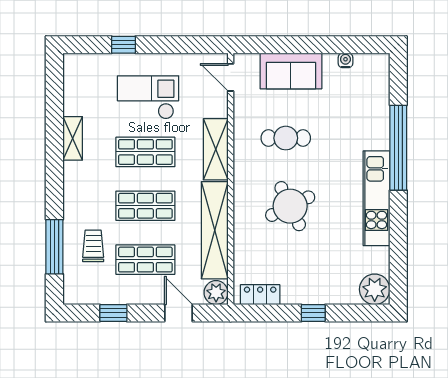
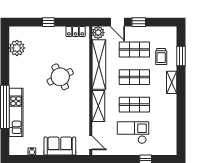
checkout: (148, 97) -> (133, 133), turned 180
shelving: (73, 138) -> (172, 82), moved
cafe table: (286, 138) -> (62, 112), removed
kitchen unit: (377, 198) -> (16, 112), moved
window: (54, 247) -> (181, 56), width x0.69
plant: (375, 289) -> (17, 48), moved
window: (113, 313) -> (139, 22), moved

